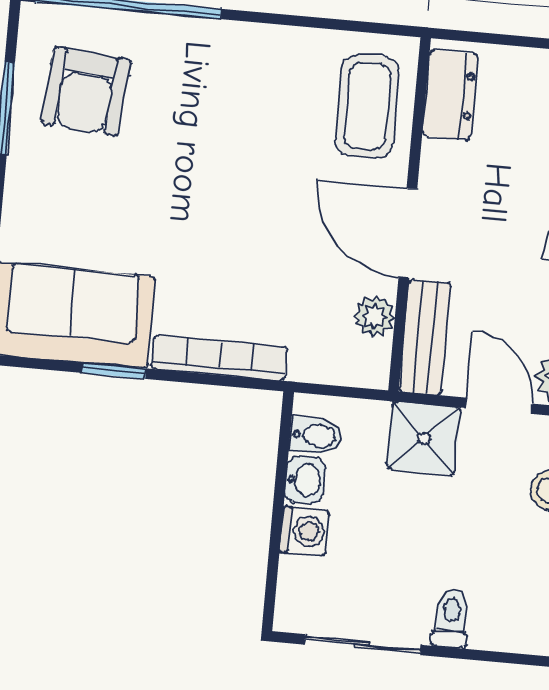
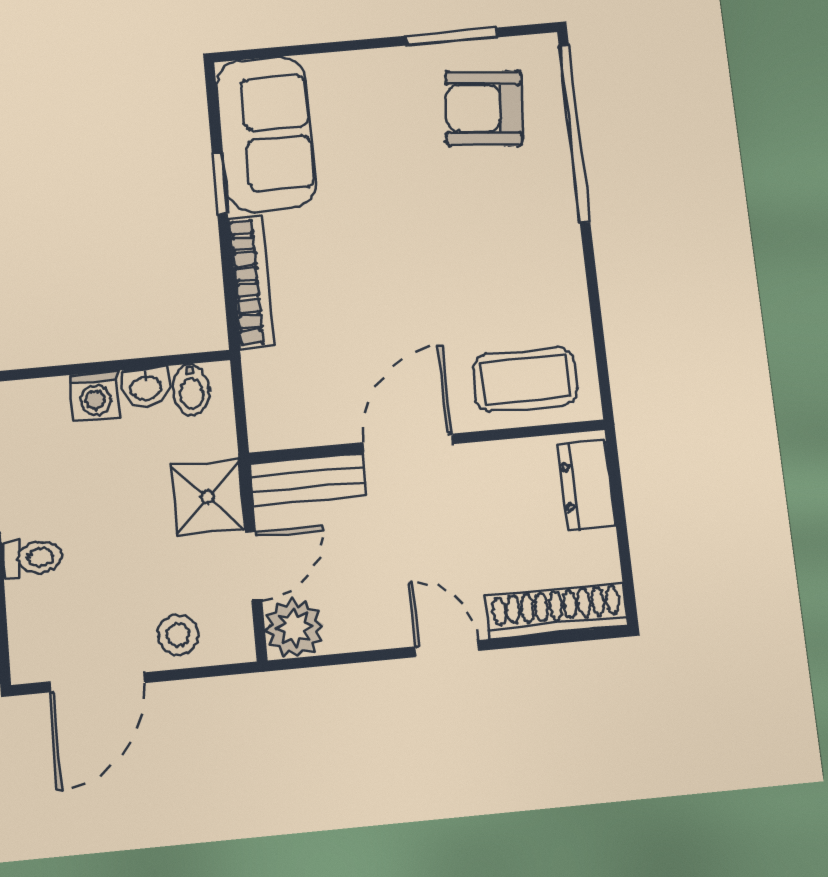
dresser: (450, 95) -> (587, 485), moved, turned 90
plant: (375, 316) -> (320, 425), removed

